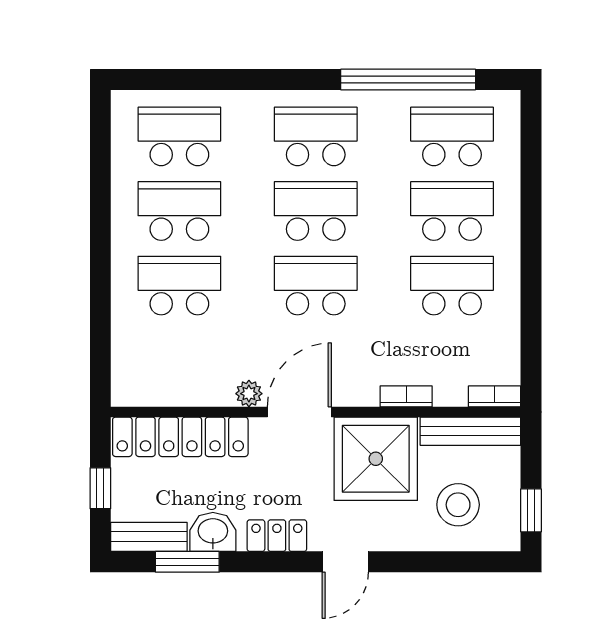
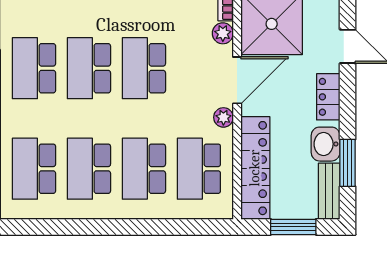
school desk: (179, 360) -> (199, 169), added
plant: (363, 393) -> (223, 33), added
door: (299, 412) -> (237, 80), swing flipped
window: (100, 488) -> (293, 227), width x1.50

